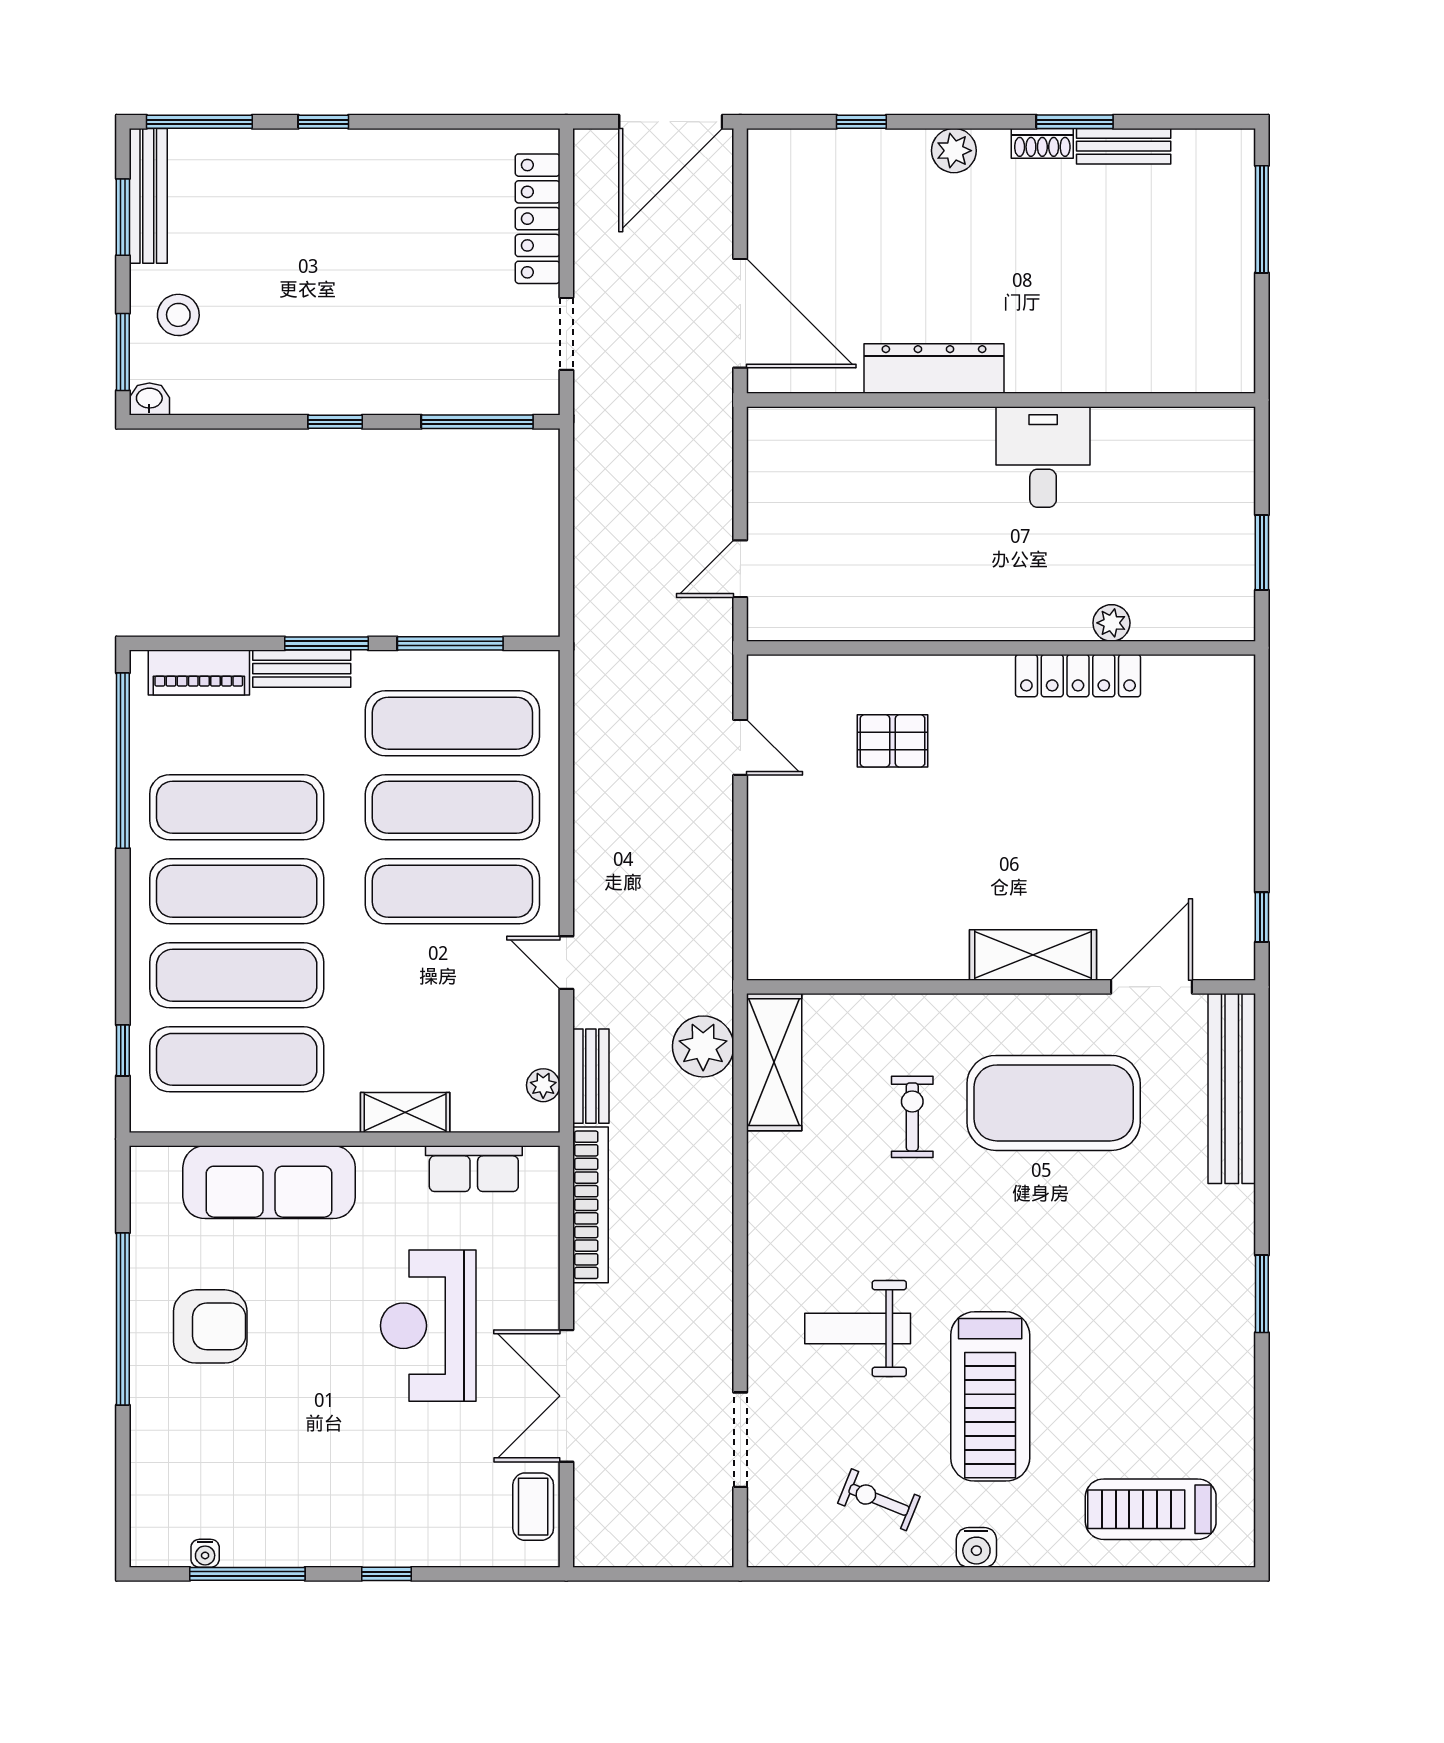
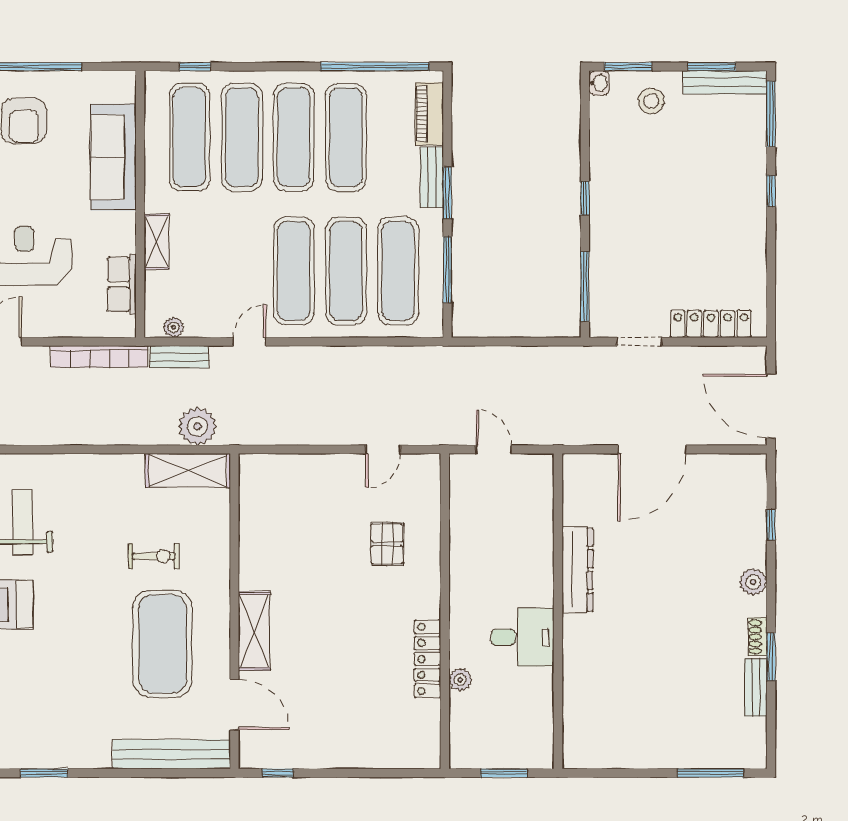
dresser: (934, 369) -> (577, 570), moved
wall: (1001, 400) -> (558, 611), moved
desk: (1043, 457) -> (523, 637), moved

